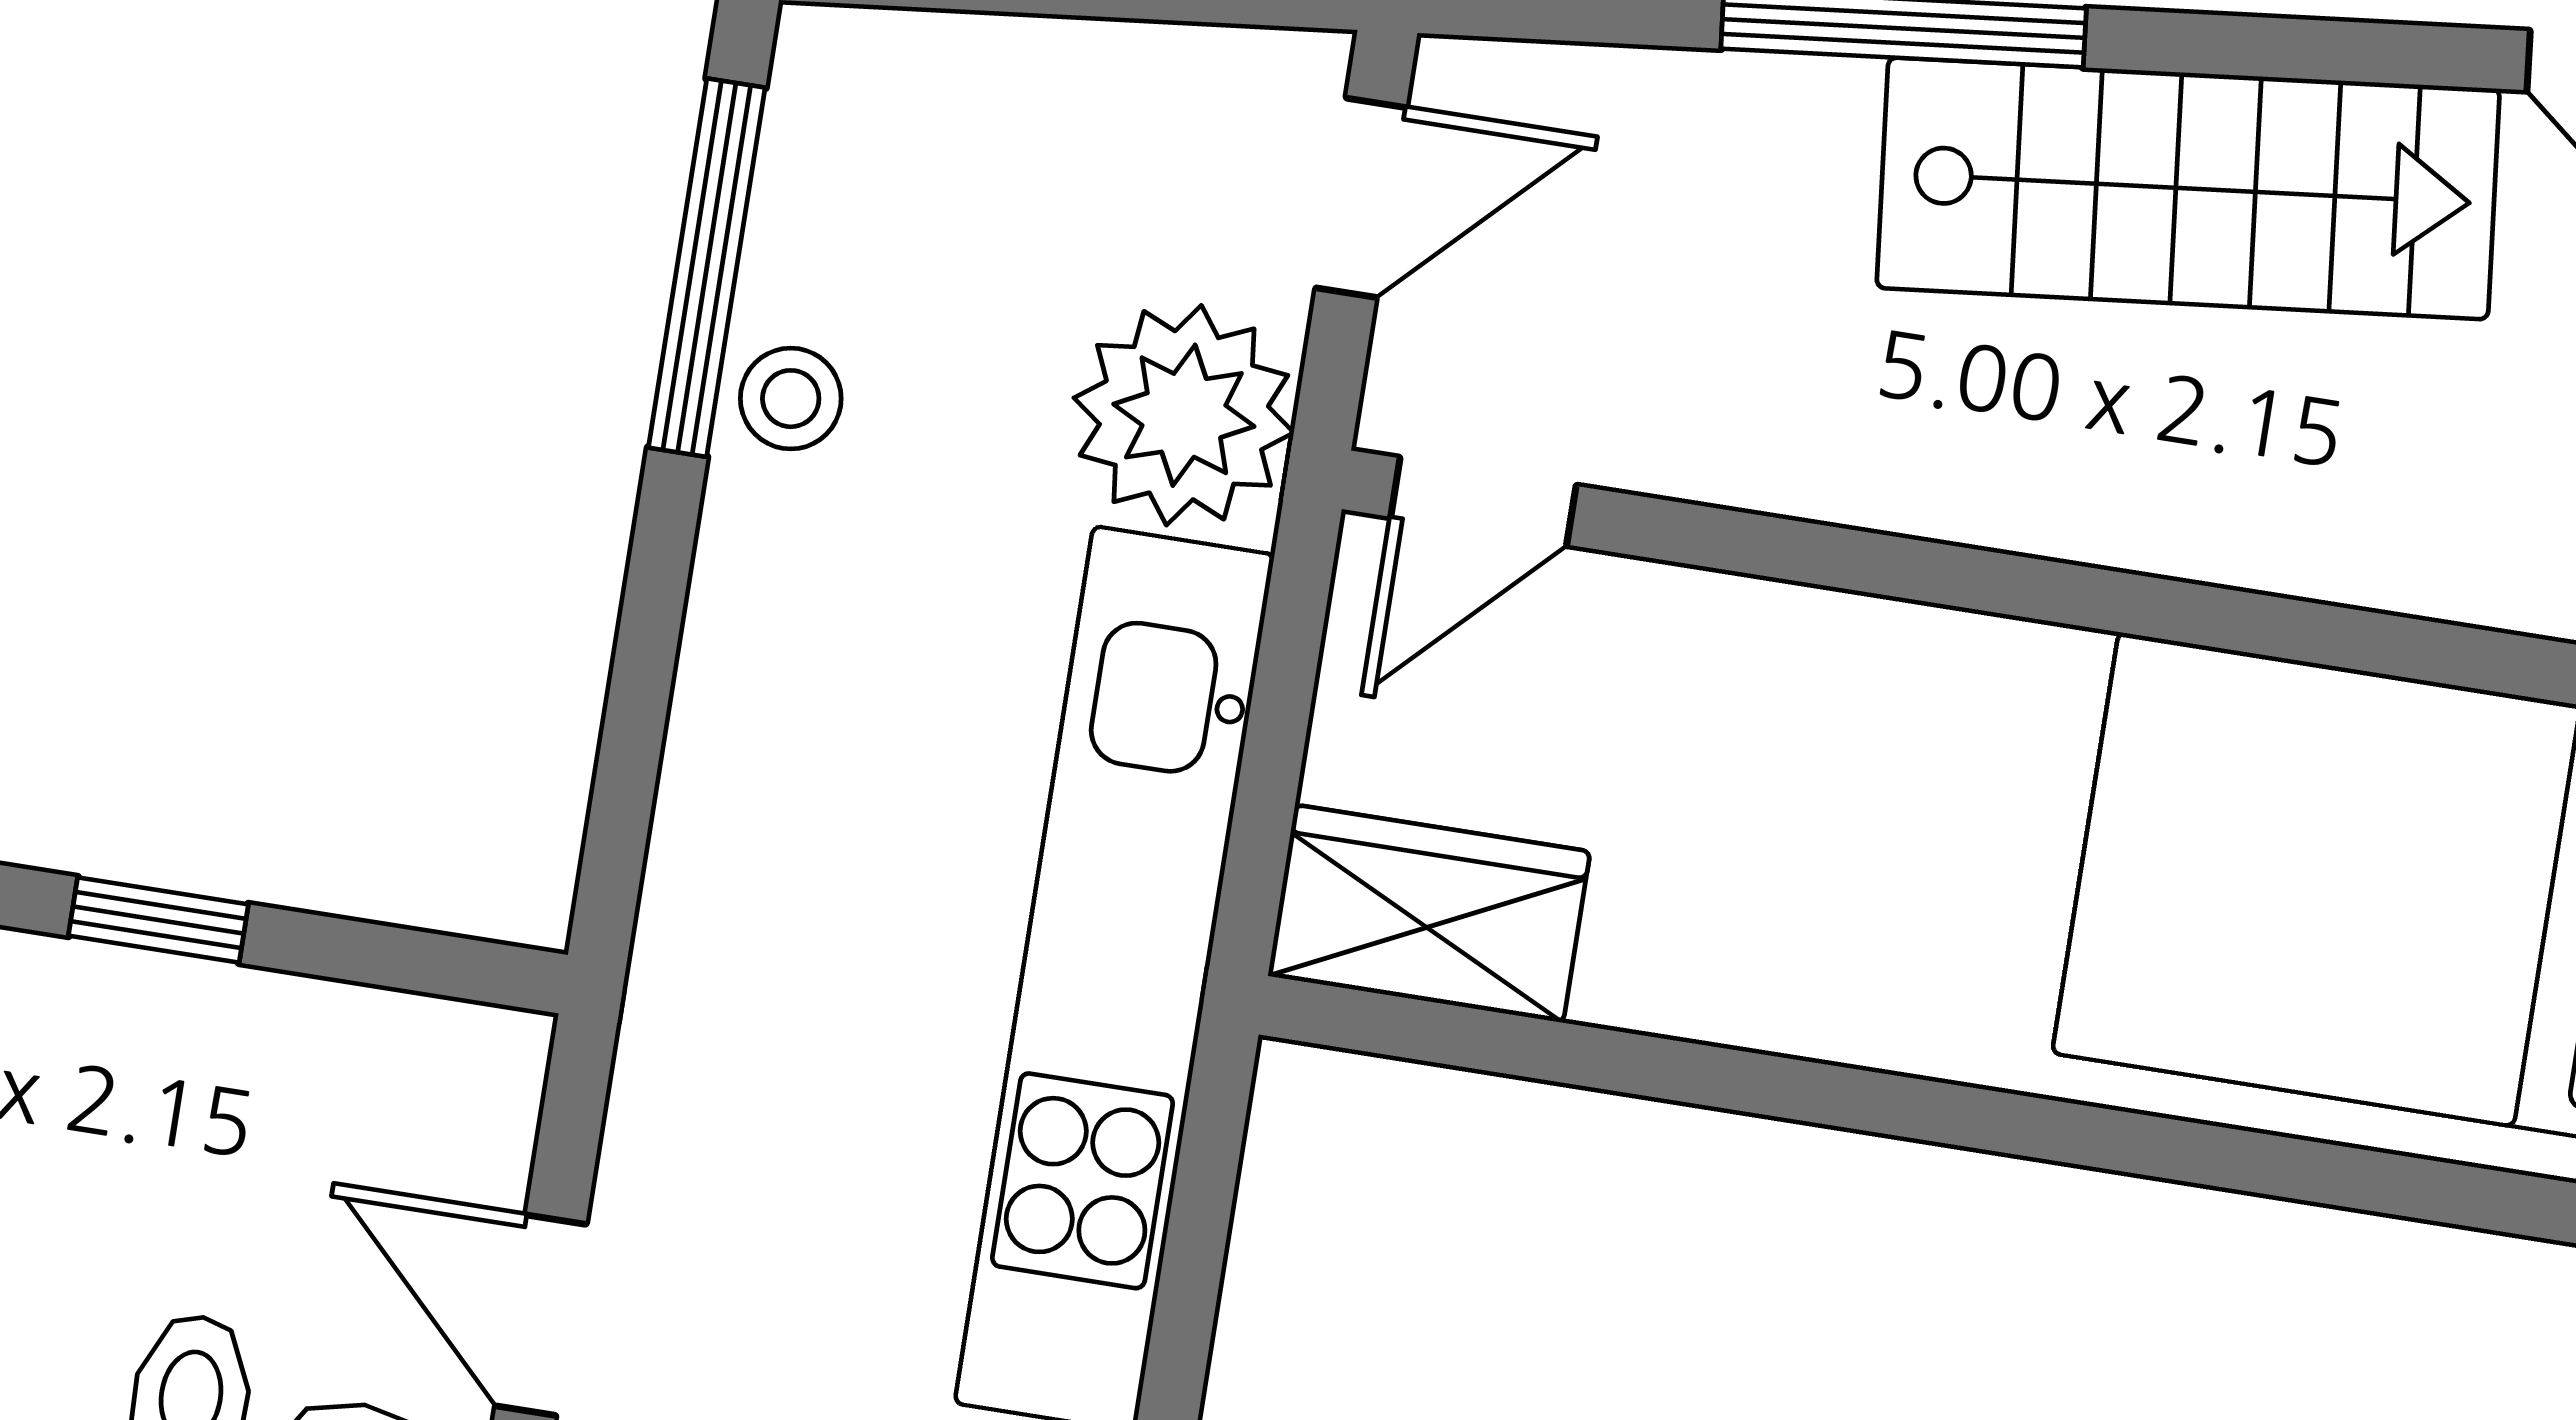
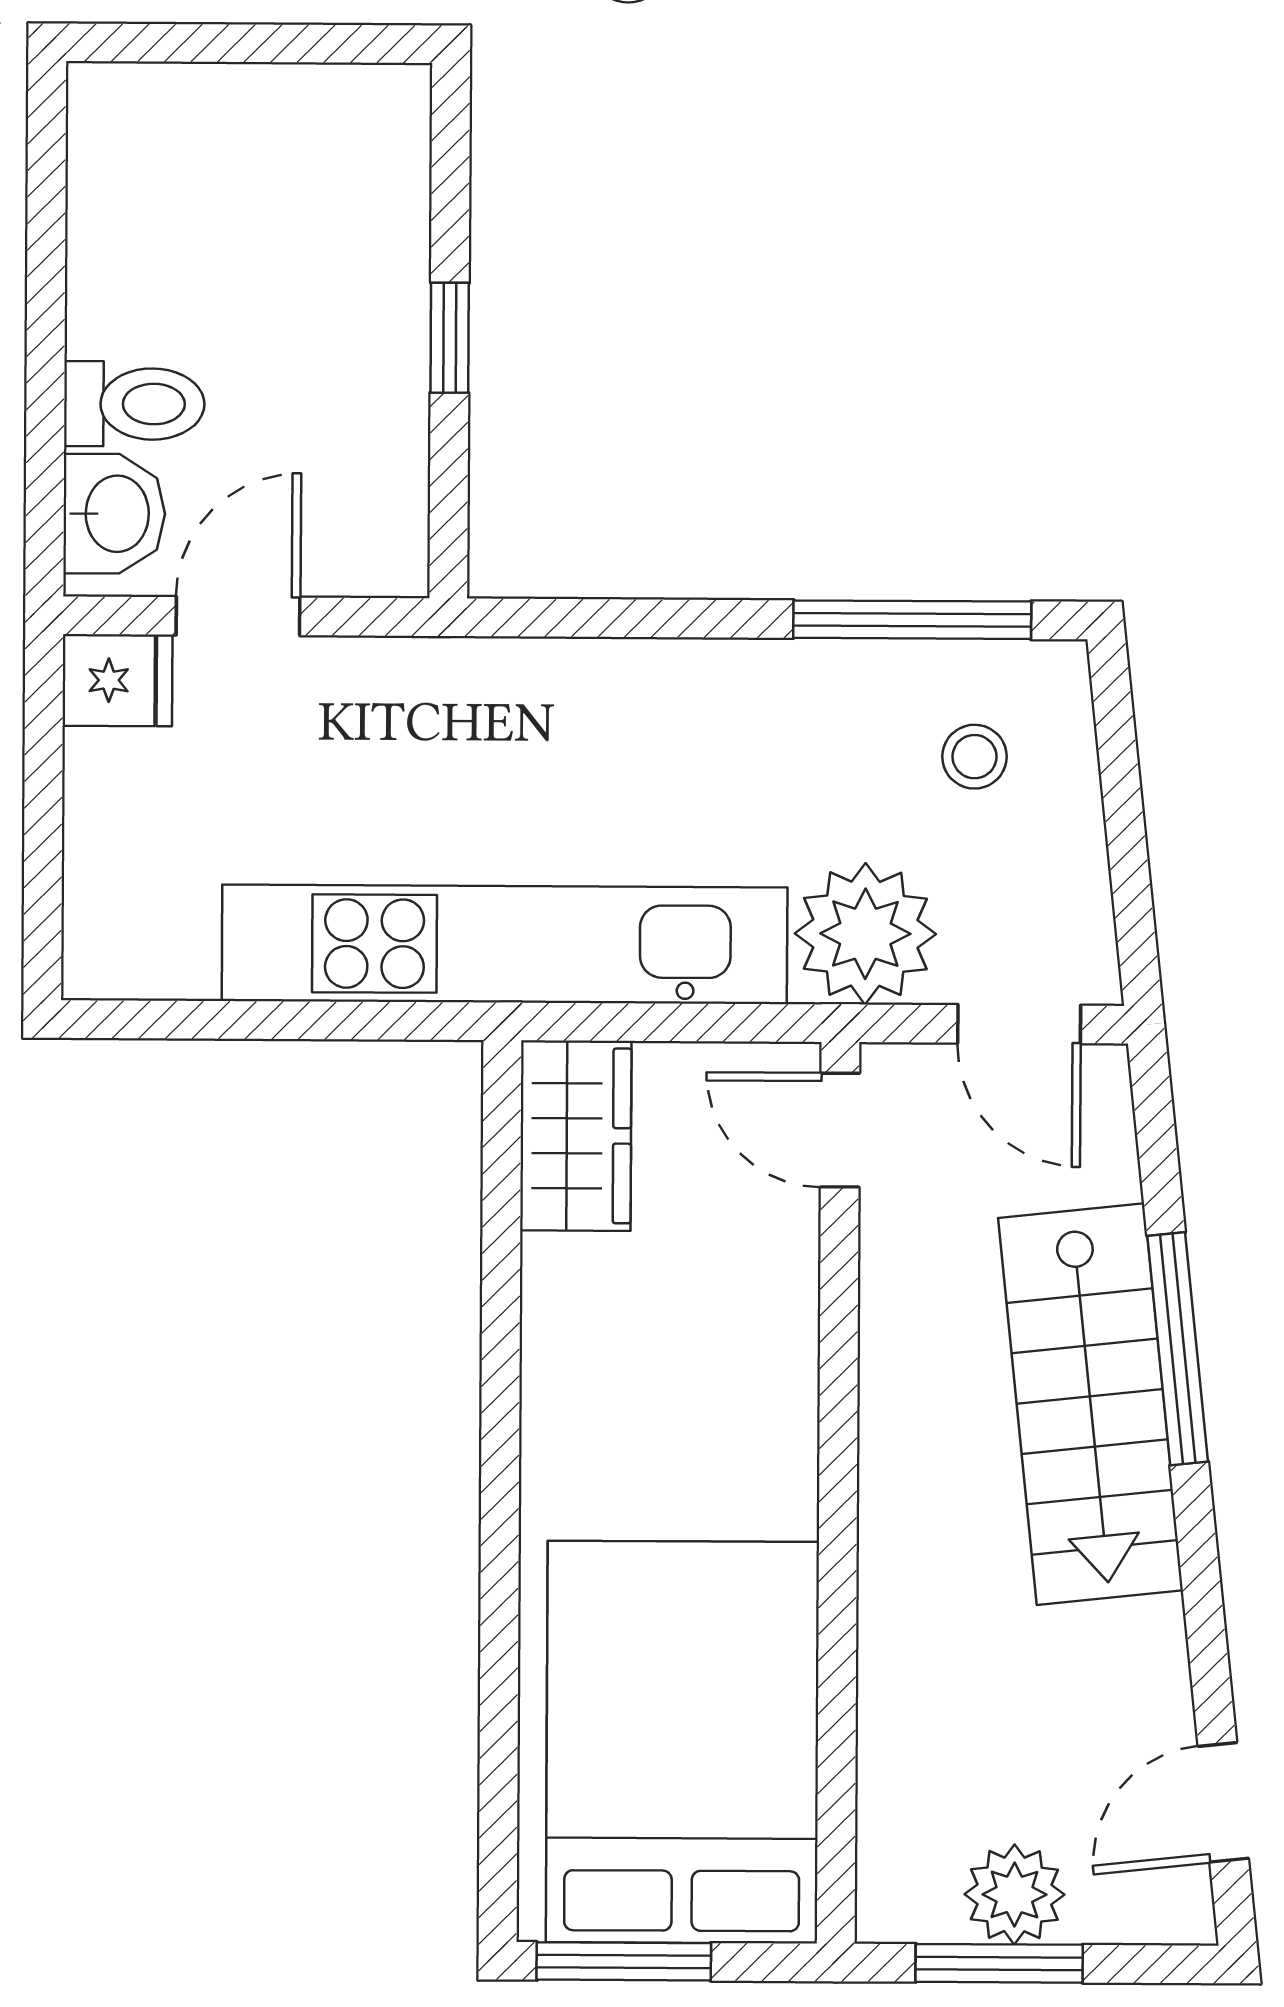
stairs: (2188, 188) -> (1091, 1404), moved
stool: (791, 399) -> (975, 757), moved

